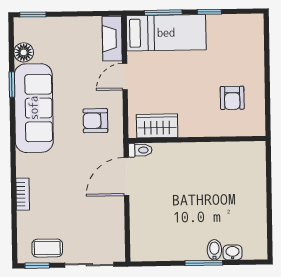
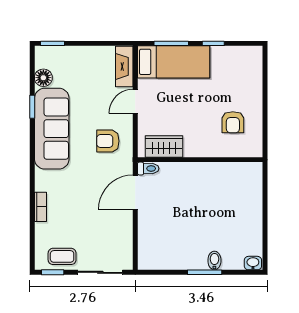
washbasin: (233, 252) -> (253, 263), moved

